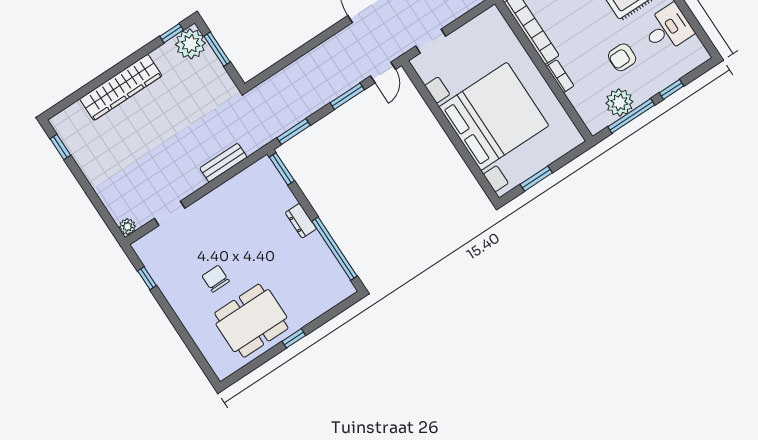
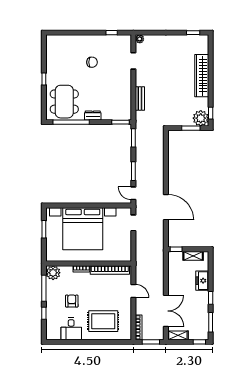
plant: (619, 102) -> (53, 273), moved
dining table: (251, 321) -> (64, 102), moved

